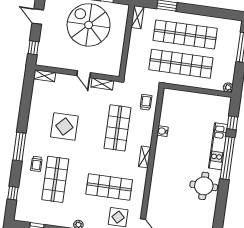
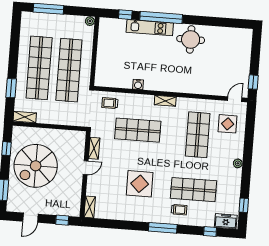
freezer: (22, 209) -> (226, 221), added

